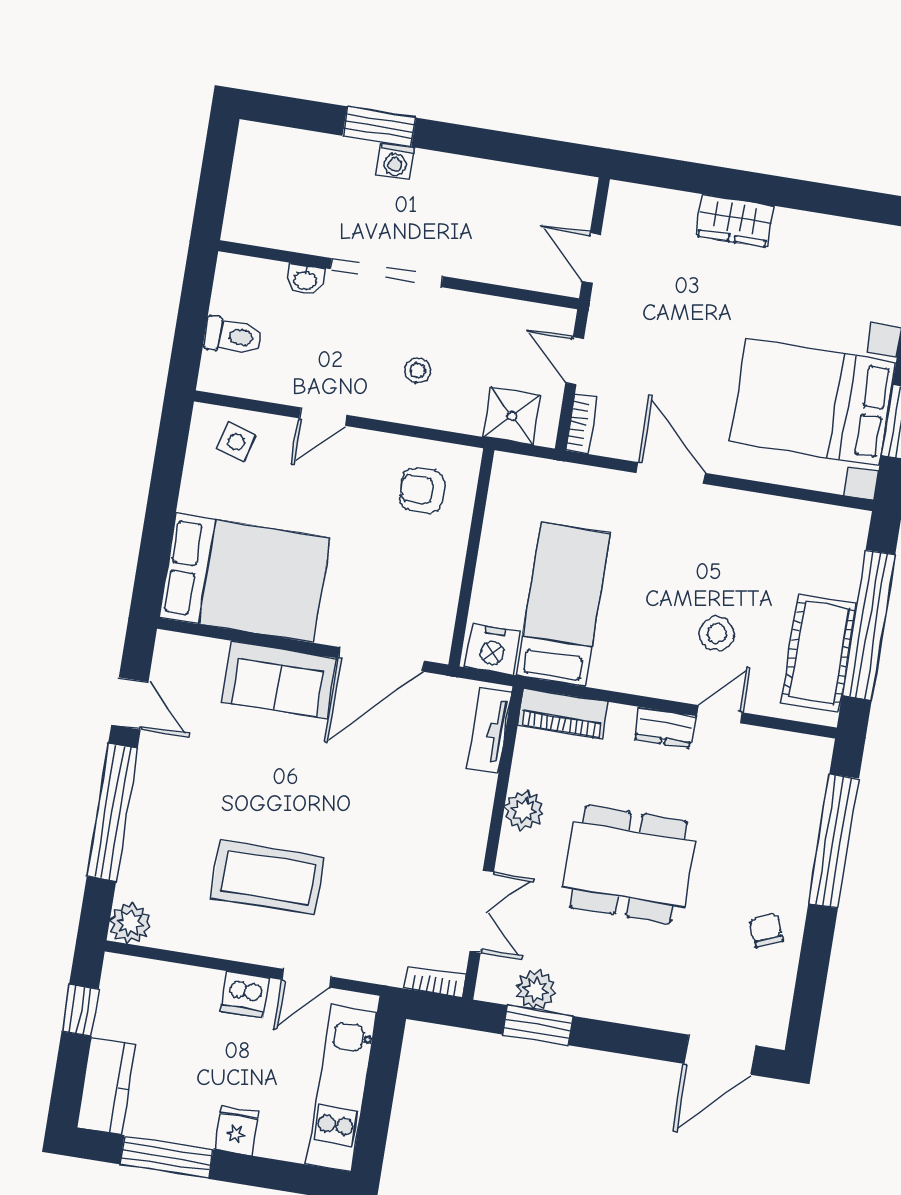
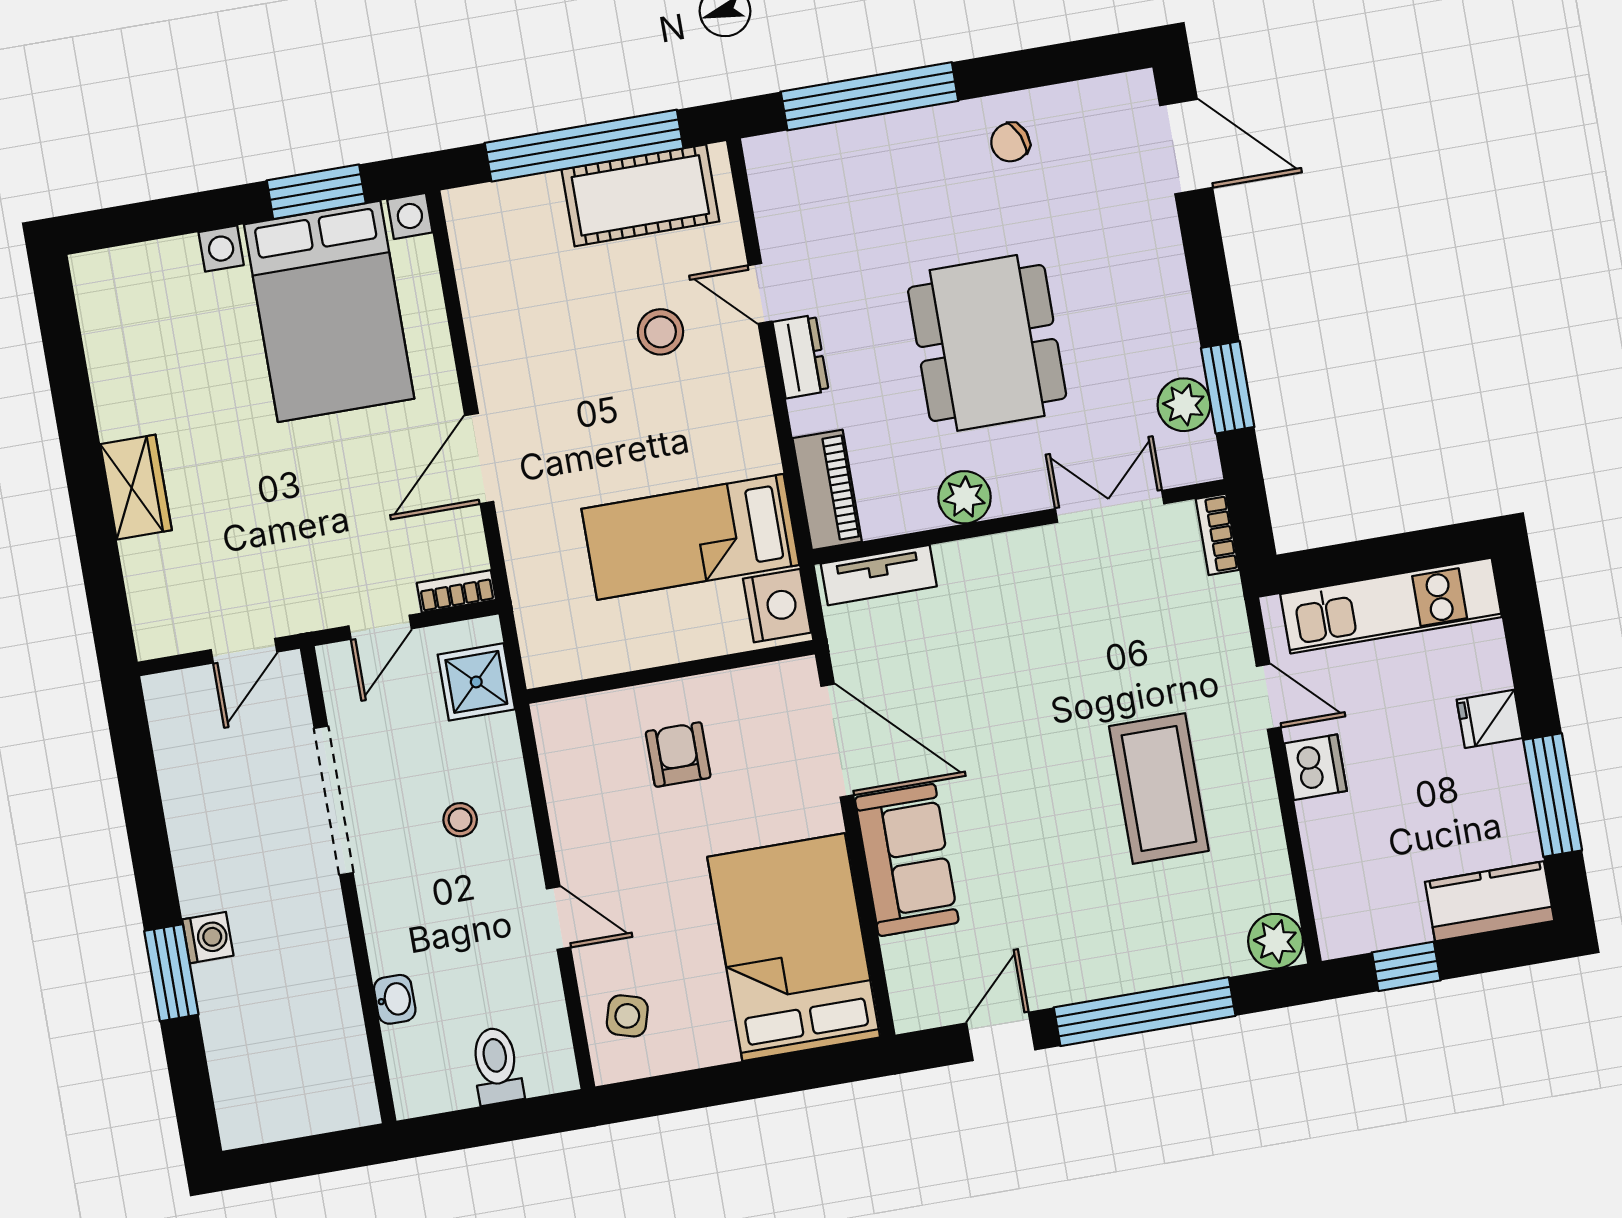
doorway: (386, 273) -> (334, 800), moved
armchair: (422, 490) -> (678, 755), moved, turned 180

